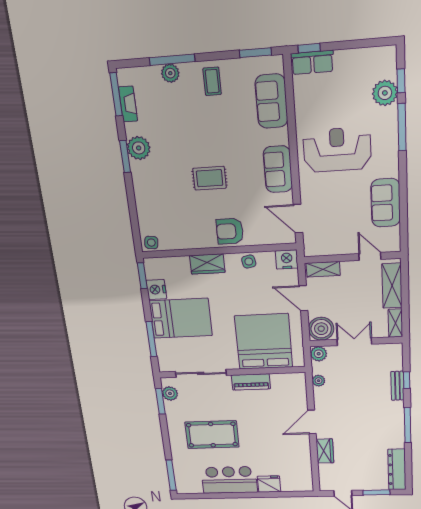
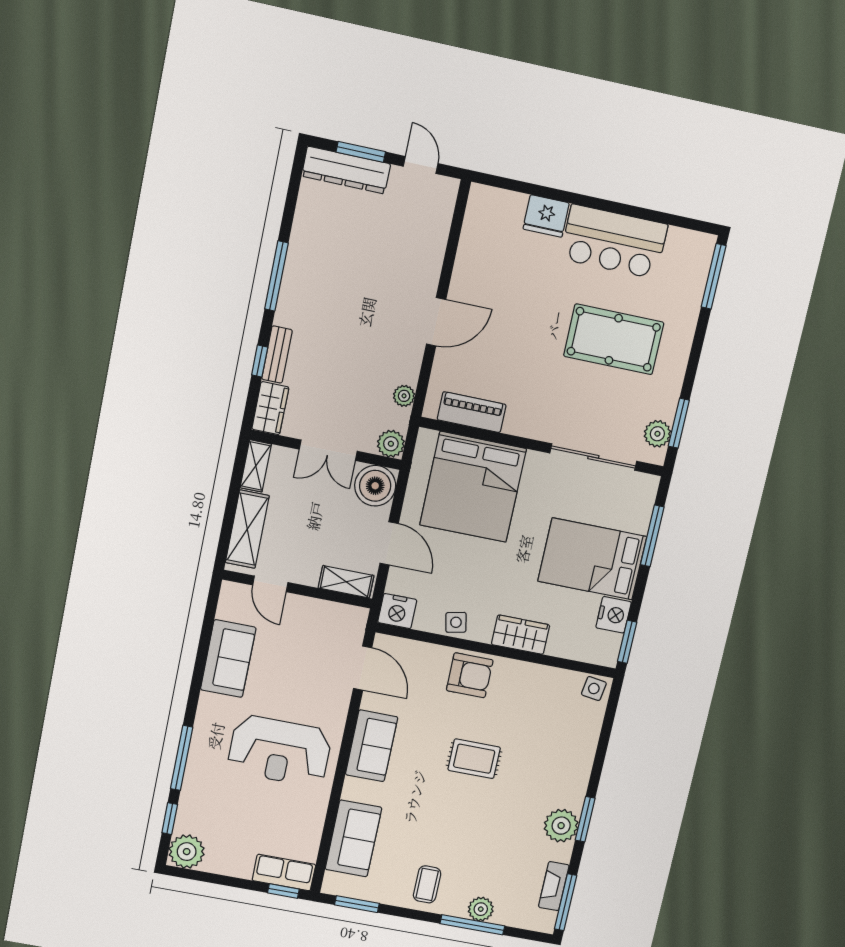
plant: (385, 93) -> (187, 852), moved
piano: (251, 382) -> (472, 412), moved
wardrobe: (325, 451) -> (270, 408), moved, turned 180
dresser: (397, 469) -> (346, 170), moved, turned 90

